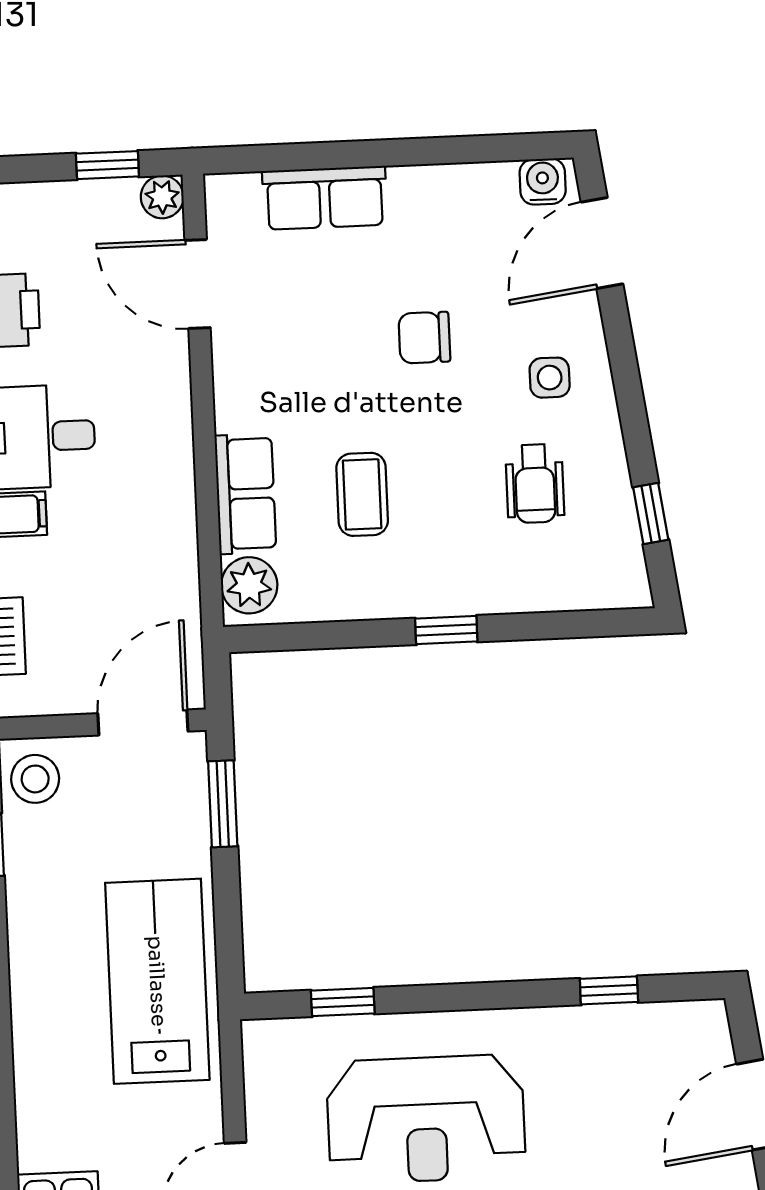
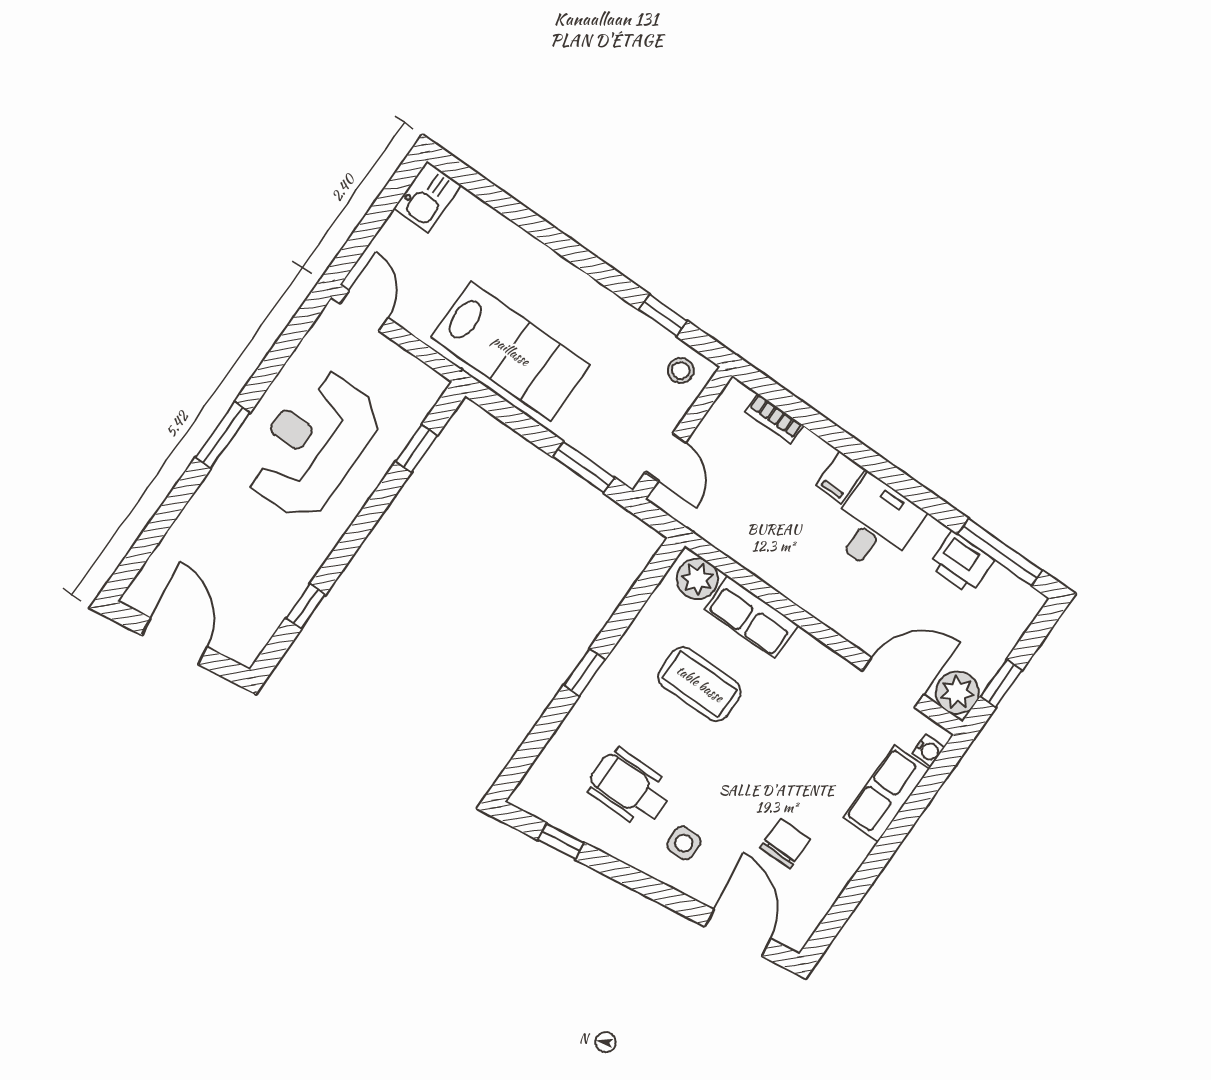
water cooler: (543, 182) -> (928, 750), moved, width x0.72, depth x0.72
plant: (162, 197) -> (957, 693), width x1.38, depth x1.38
chair: (424, 338) -> (785, 843), moved
wheelchair: (535, 484) -> (629, 788), width x1.36, depth x1.37
coffee table: (362, 494) -> (700, 684), width x1.36, depth x1.30
door: (143, 722) -> (666, 457), width x0.73
stool: (35, 779) -> (681, 370), width x0.73, depth x0.73

